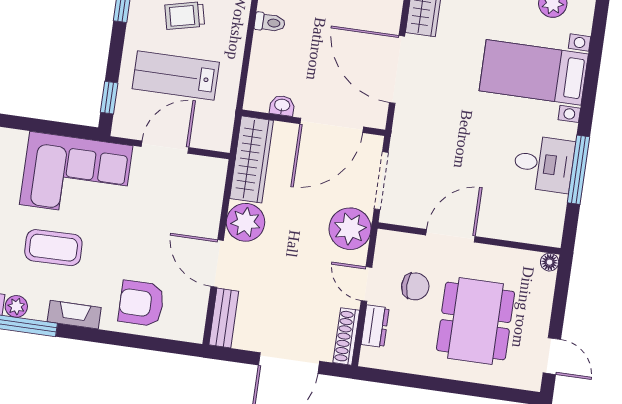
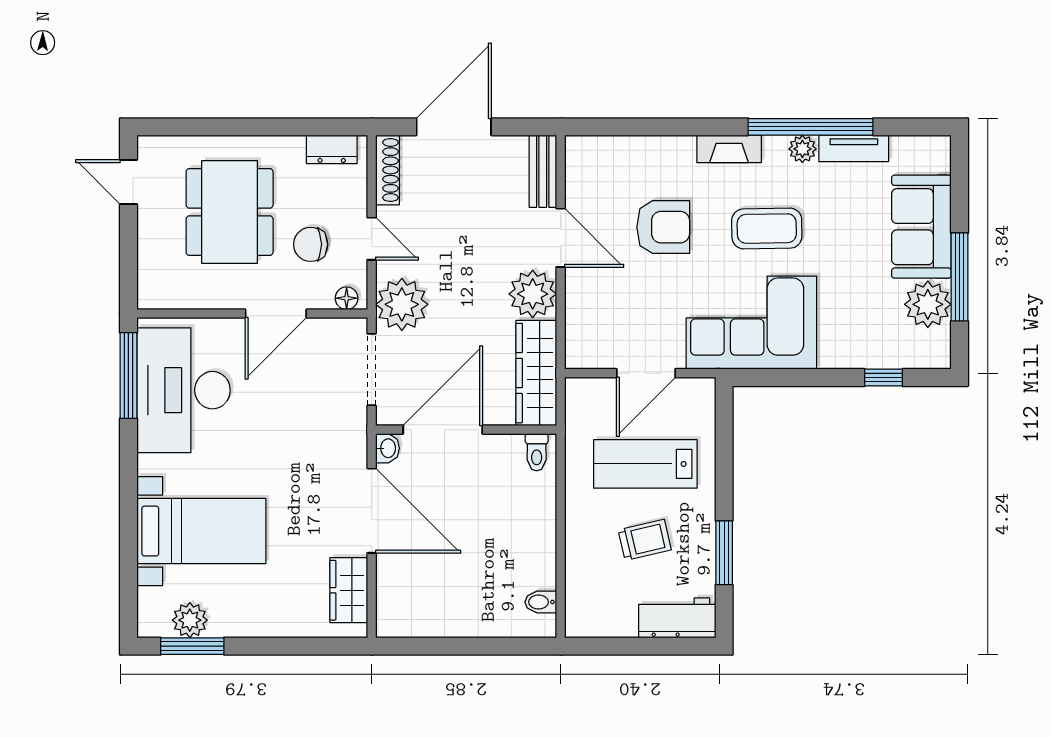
toilet: (270, 22) -> (537, 452), moved, turned -90
lab bench: (176, 75) -> (645, 464), turned 180
window: (109, 98) -> (724, 425), removed
washbasin: (282, 106) -> (387, 448), moved, turned -90
desk: (544, 164) -> (183, 390), width x1.87, depth x1.30
window: (578, 170) -> (128, 376), moved
floor lamp: (550, 262) -> (347, 298), moved
armchair: (141, 303) -> (663, 227), moved
dresser: (375, 326) -> (332, 149), moved, turned -90

